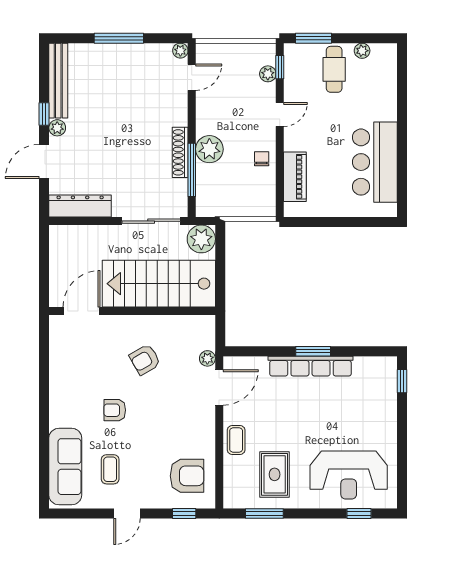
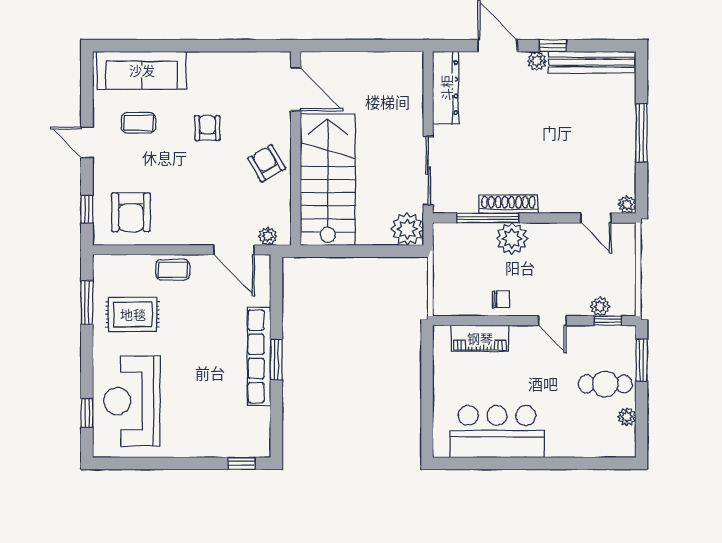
stairs: (159, 284) -> (328, 179), moved
door: (81, 311) -> (296, 89), moved
wall: (132, 311) -> (296, 148), moved

